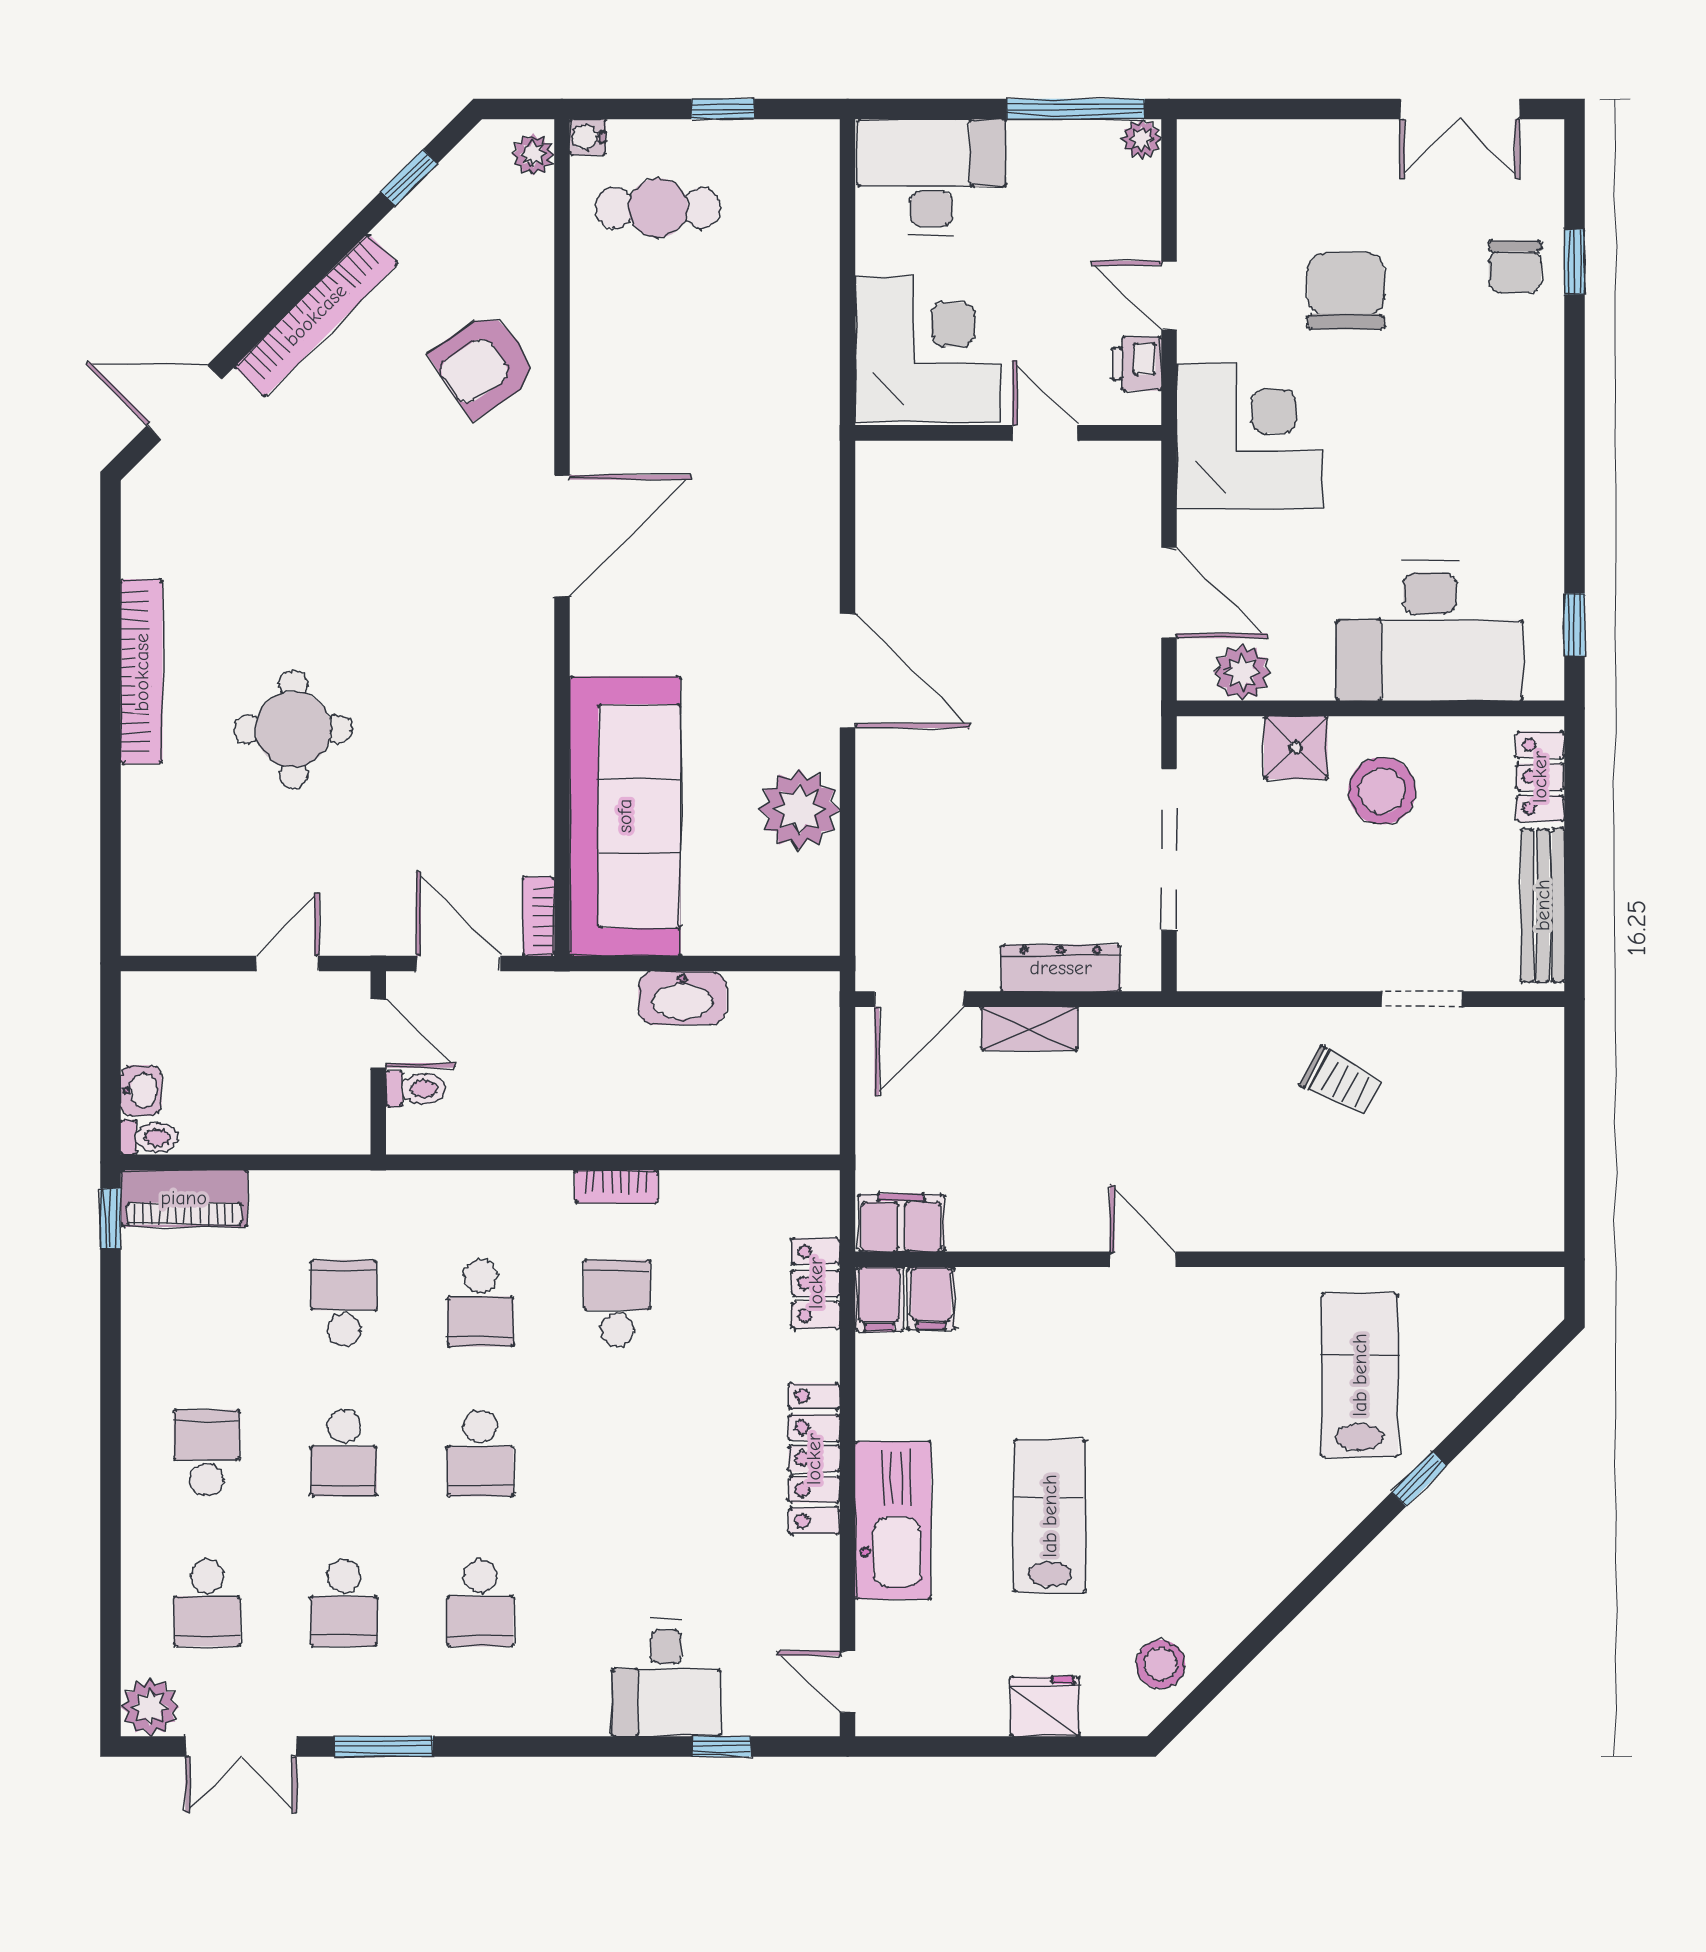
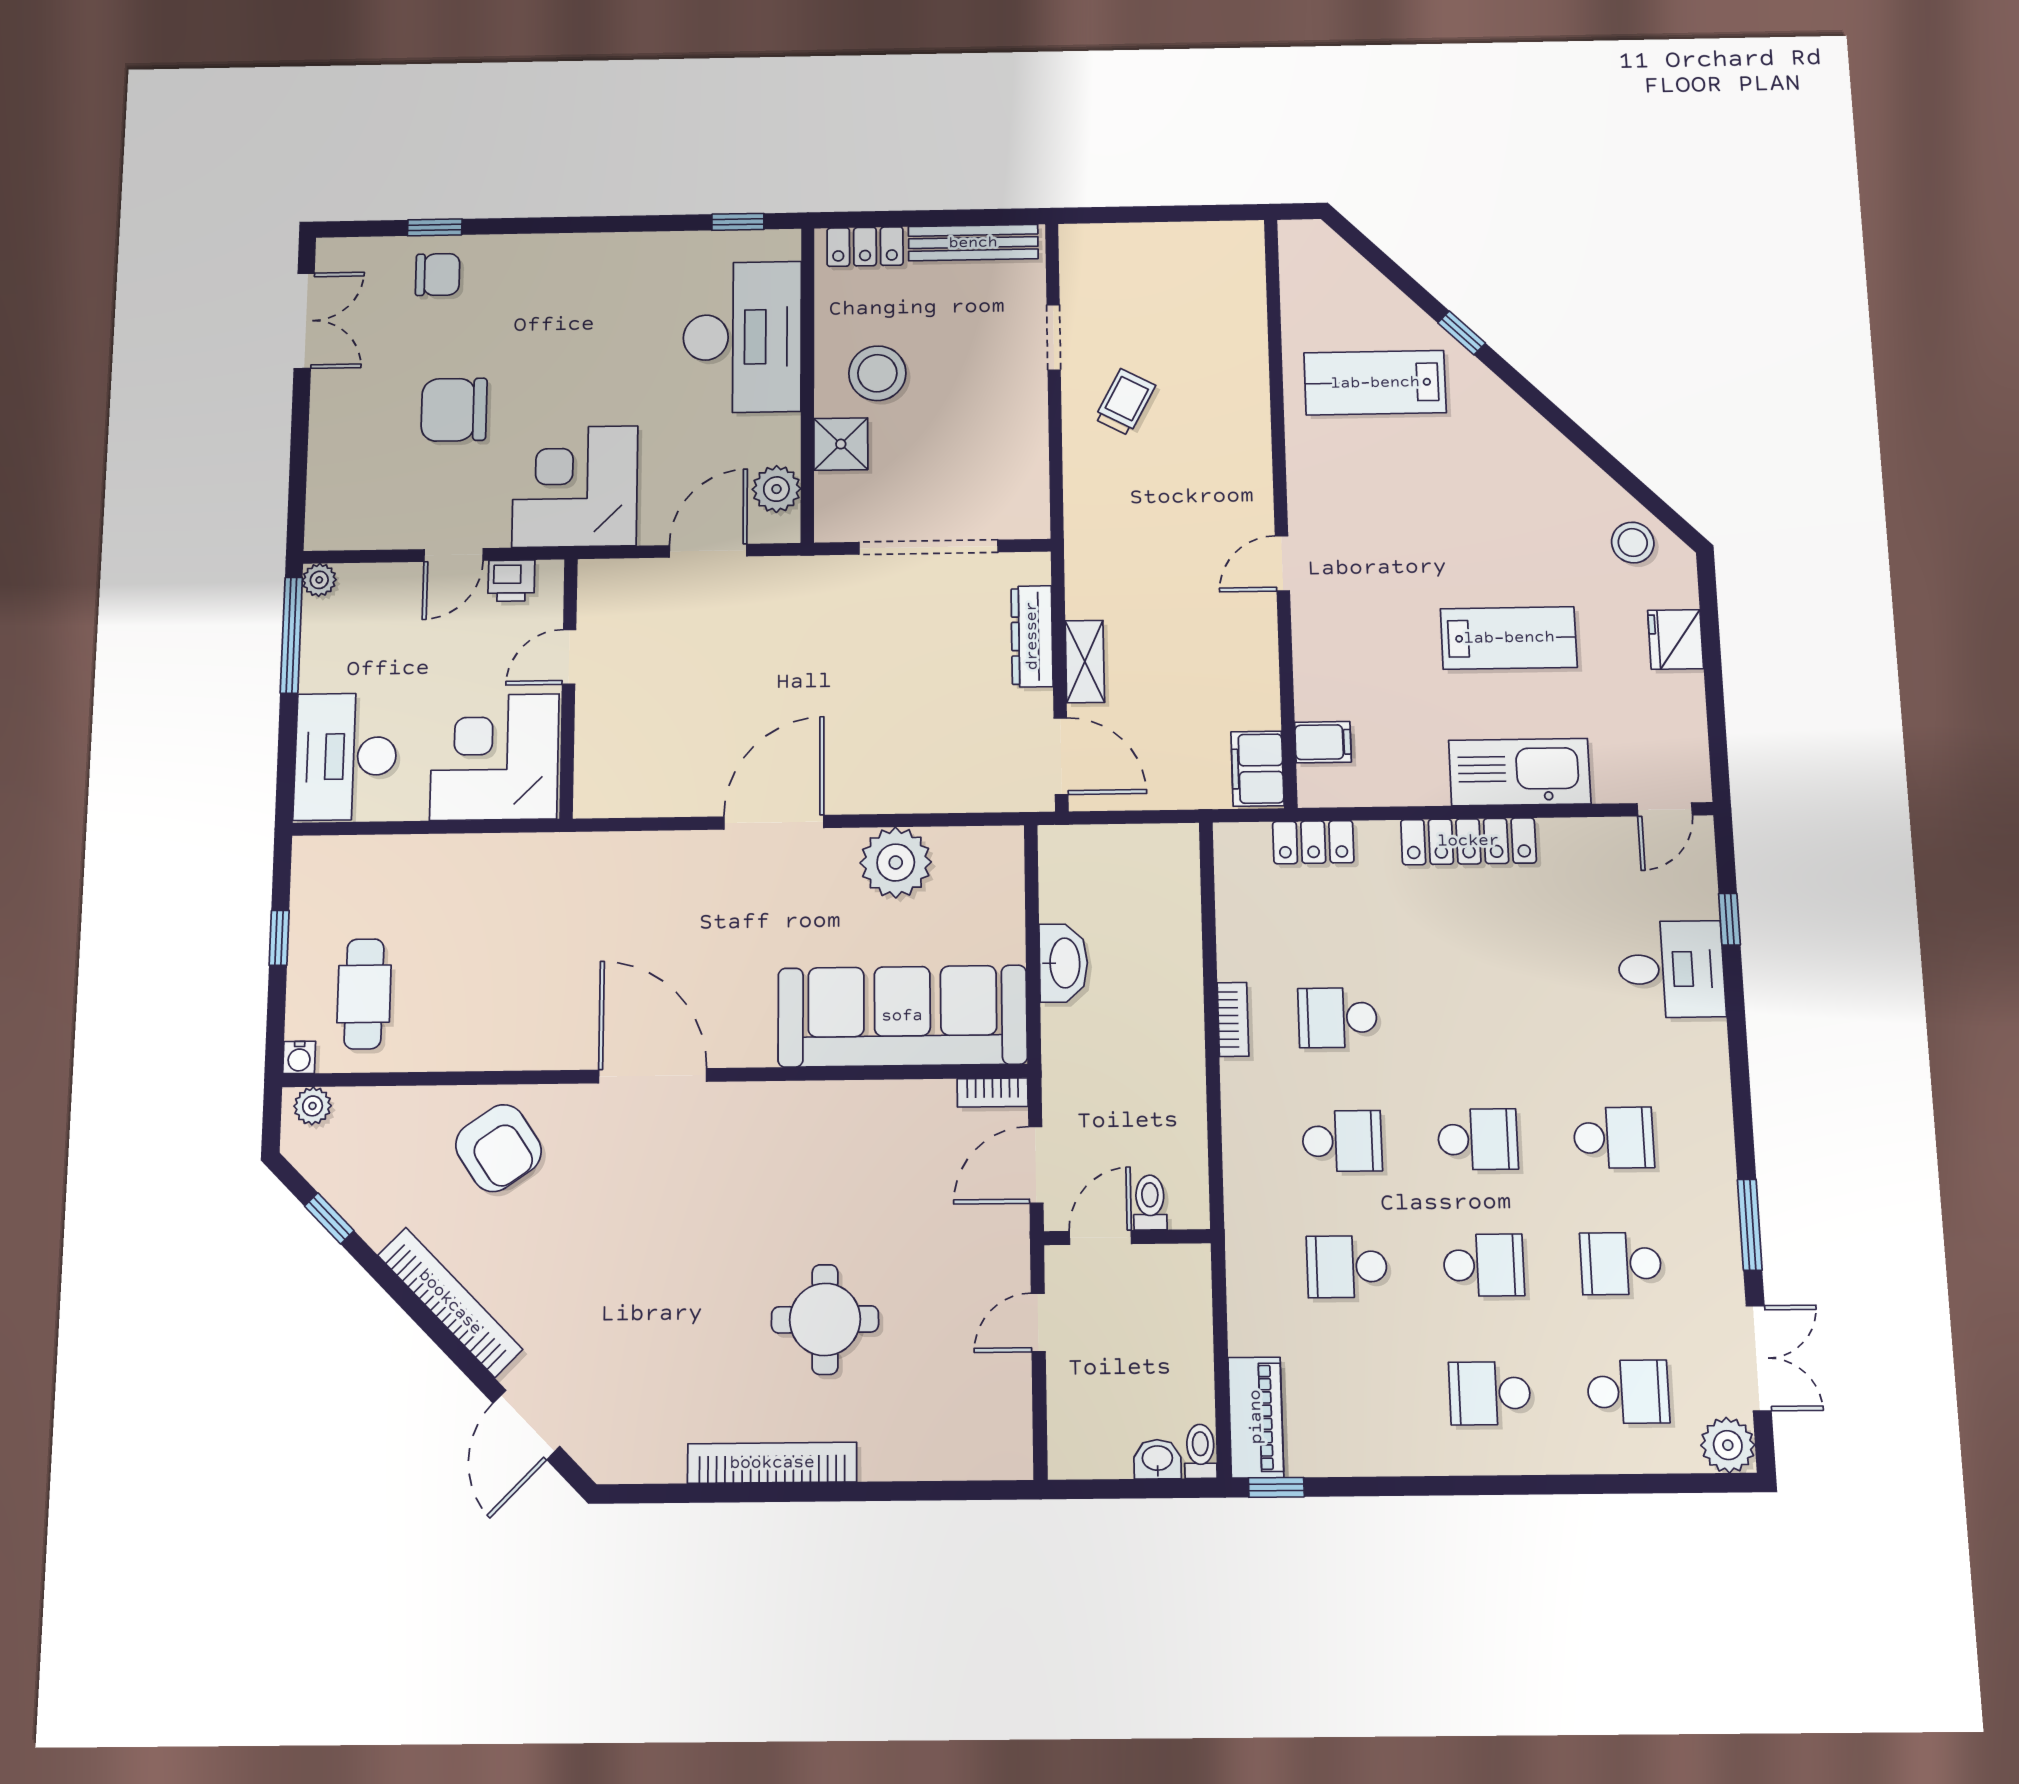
door: (288, 963) -> (1038, 1322), hinge flipped
filing cabinet: (879, 1299) -> (1325, 787), removed
lab bench: (1050, 1516) -> (1509, 638), turned 180
school desk: (344, 1603) -> (1621, 1264), turned 180

